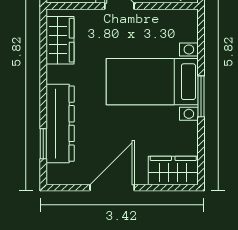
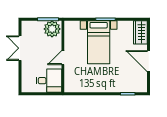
wardrobe: (60, 40) -> (79, 86), removed
dresser: (60, 124) -> (118, 86), removed

